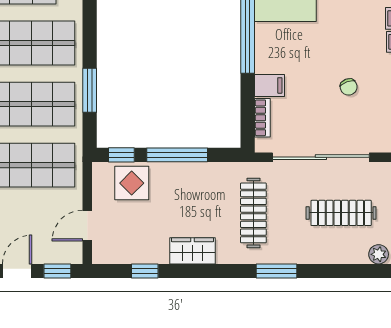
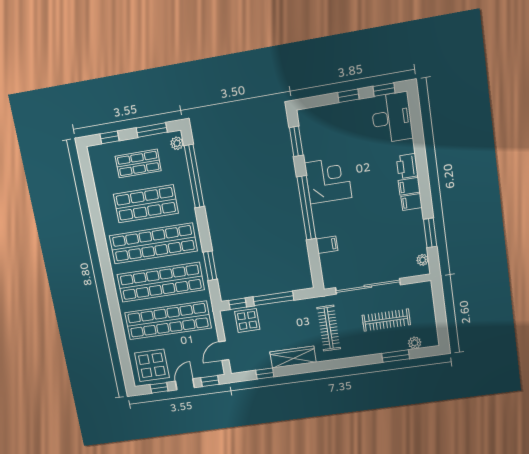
chair: (349, 87) -> (380, 238), removed
bookcase: (262, 118) -> (325, 267), removed
wardrobe: (192, 251) -> (293, 357), width x1.50
window: (276, 271) -> (396, 356), moved

